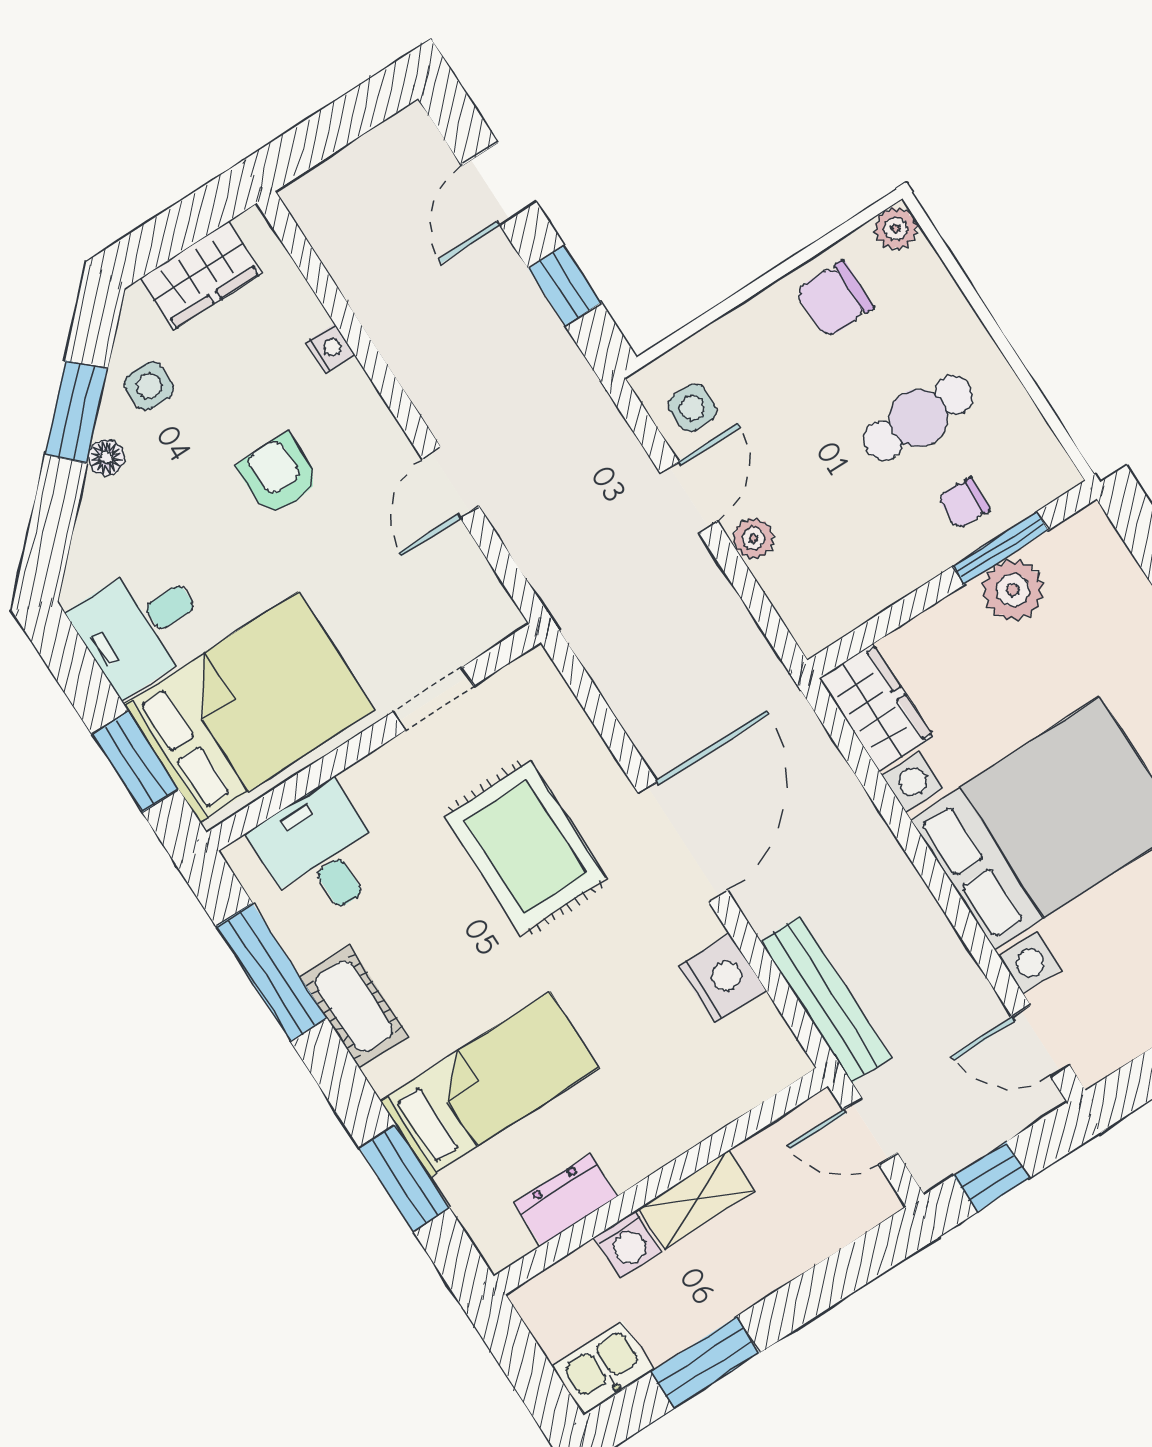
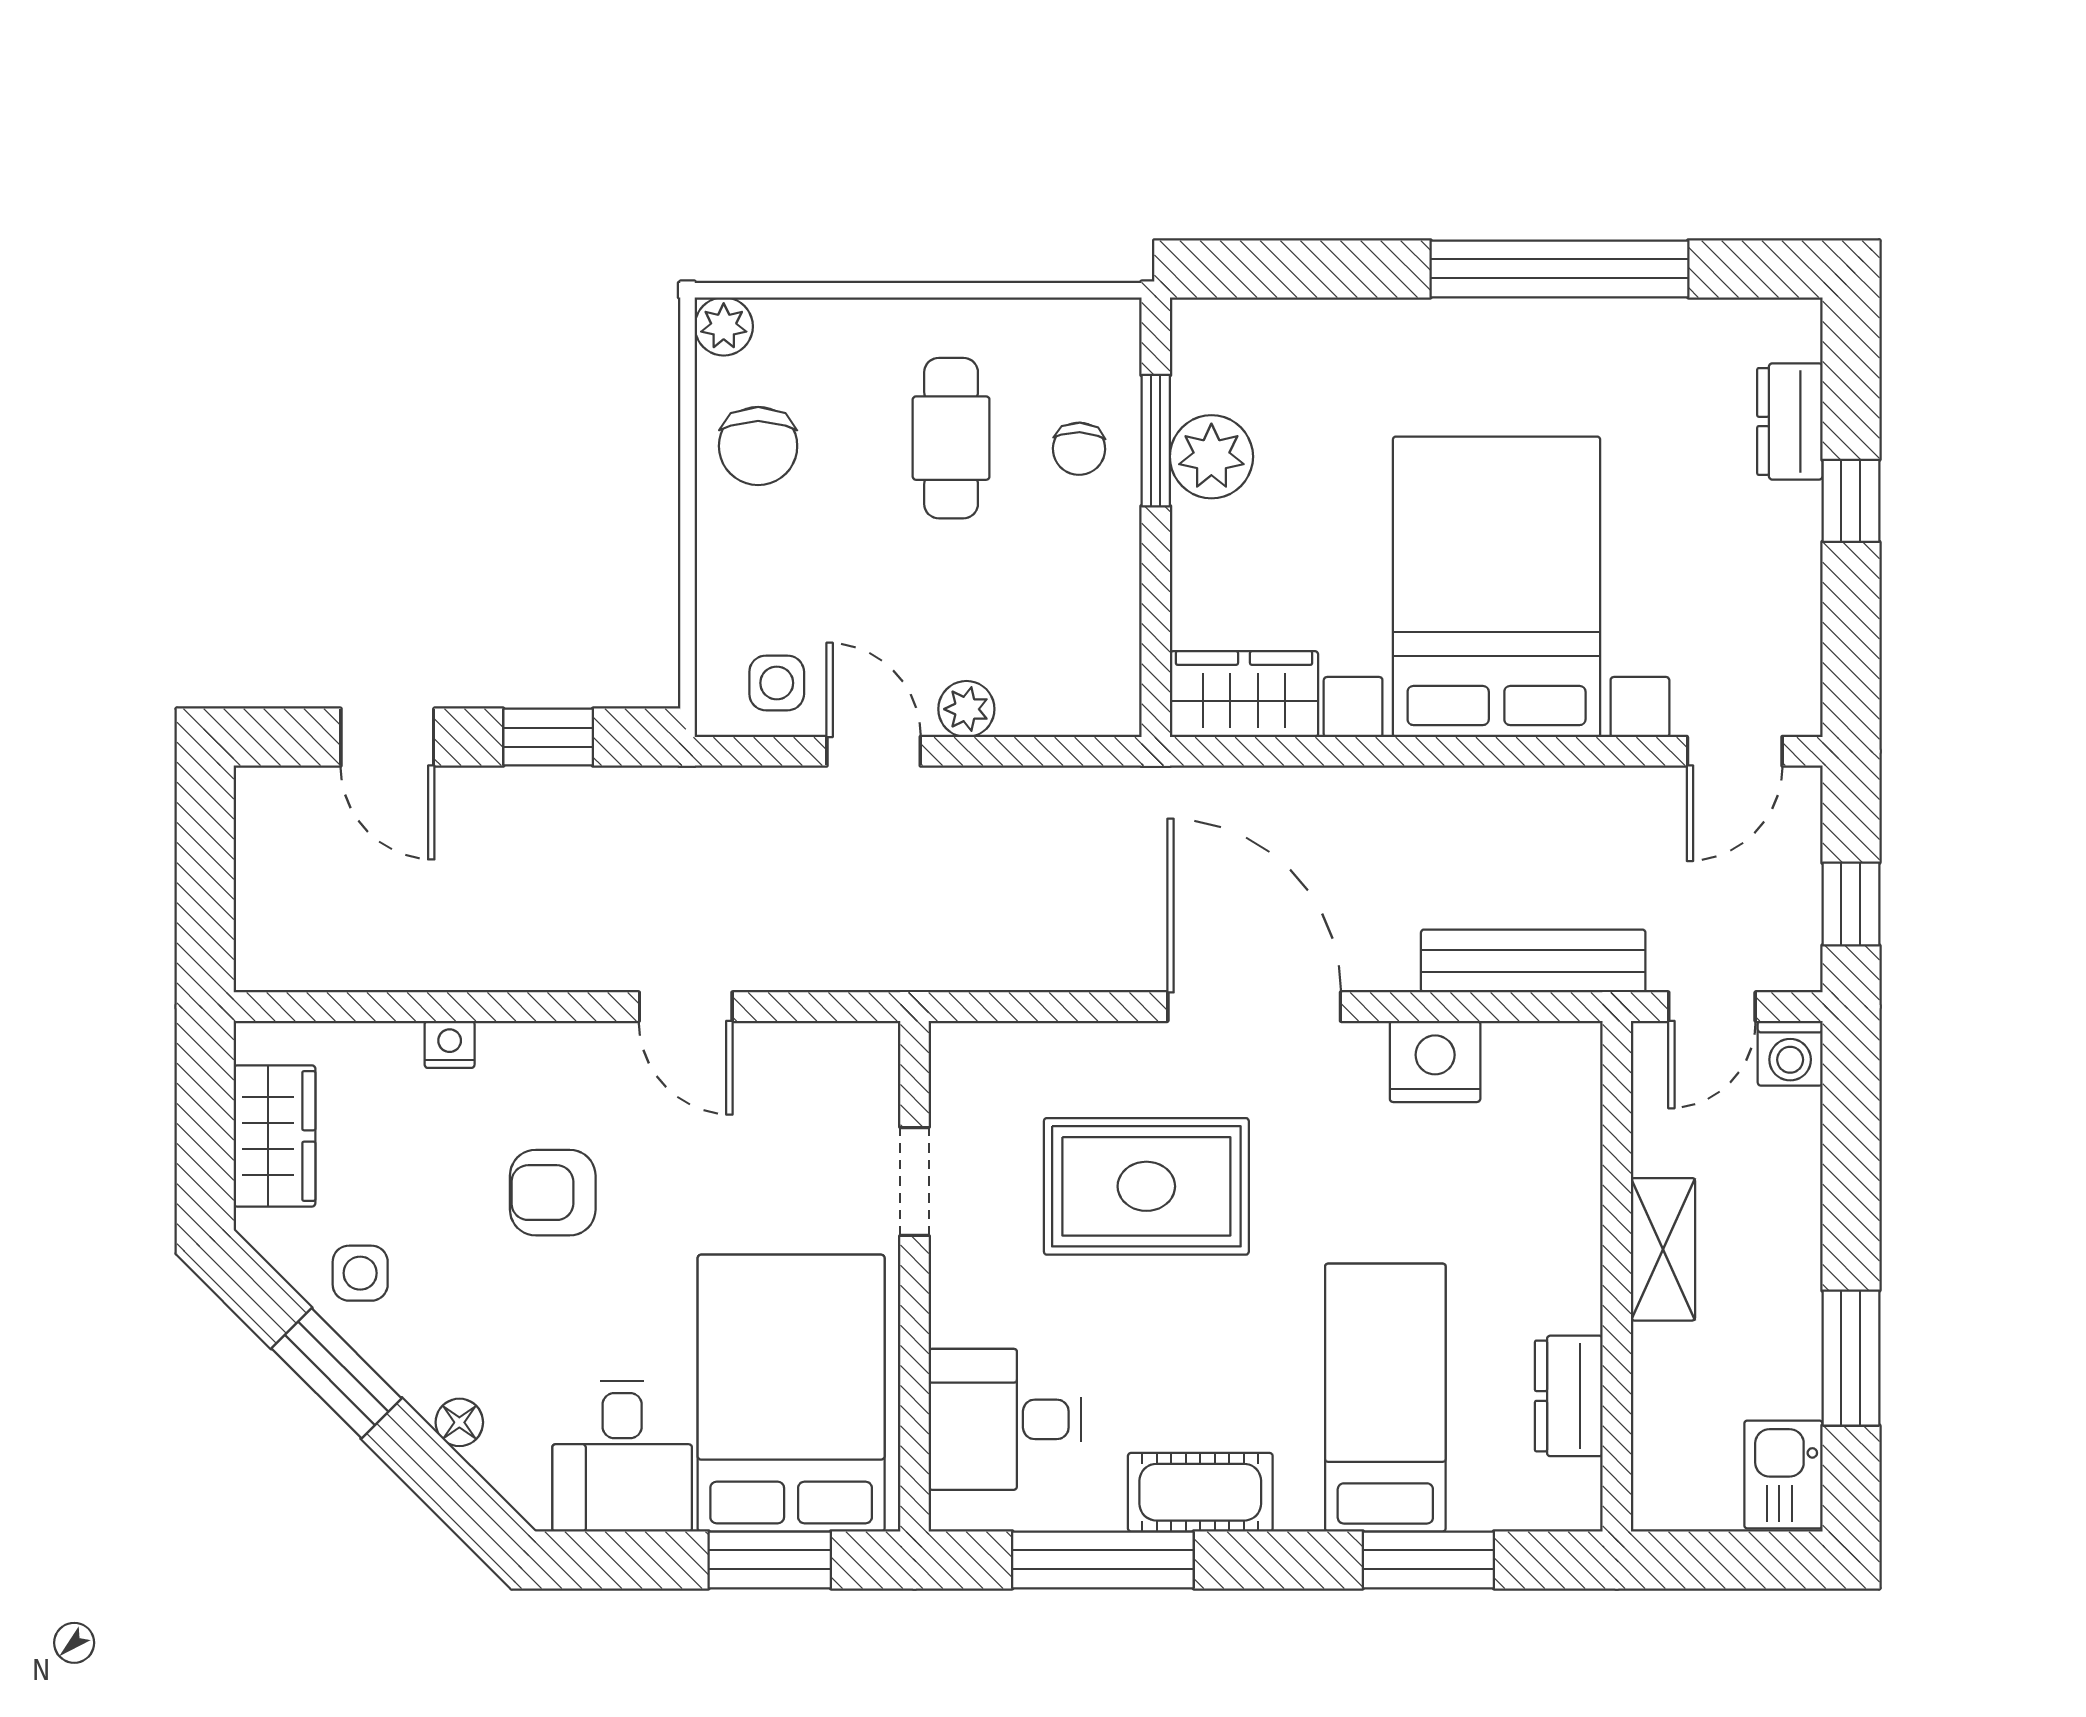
floor lamp: (106, 457) -> (459, 1422), moved
washing machine: (628, 1244) -> (1790, 1053), moved, turned 90

